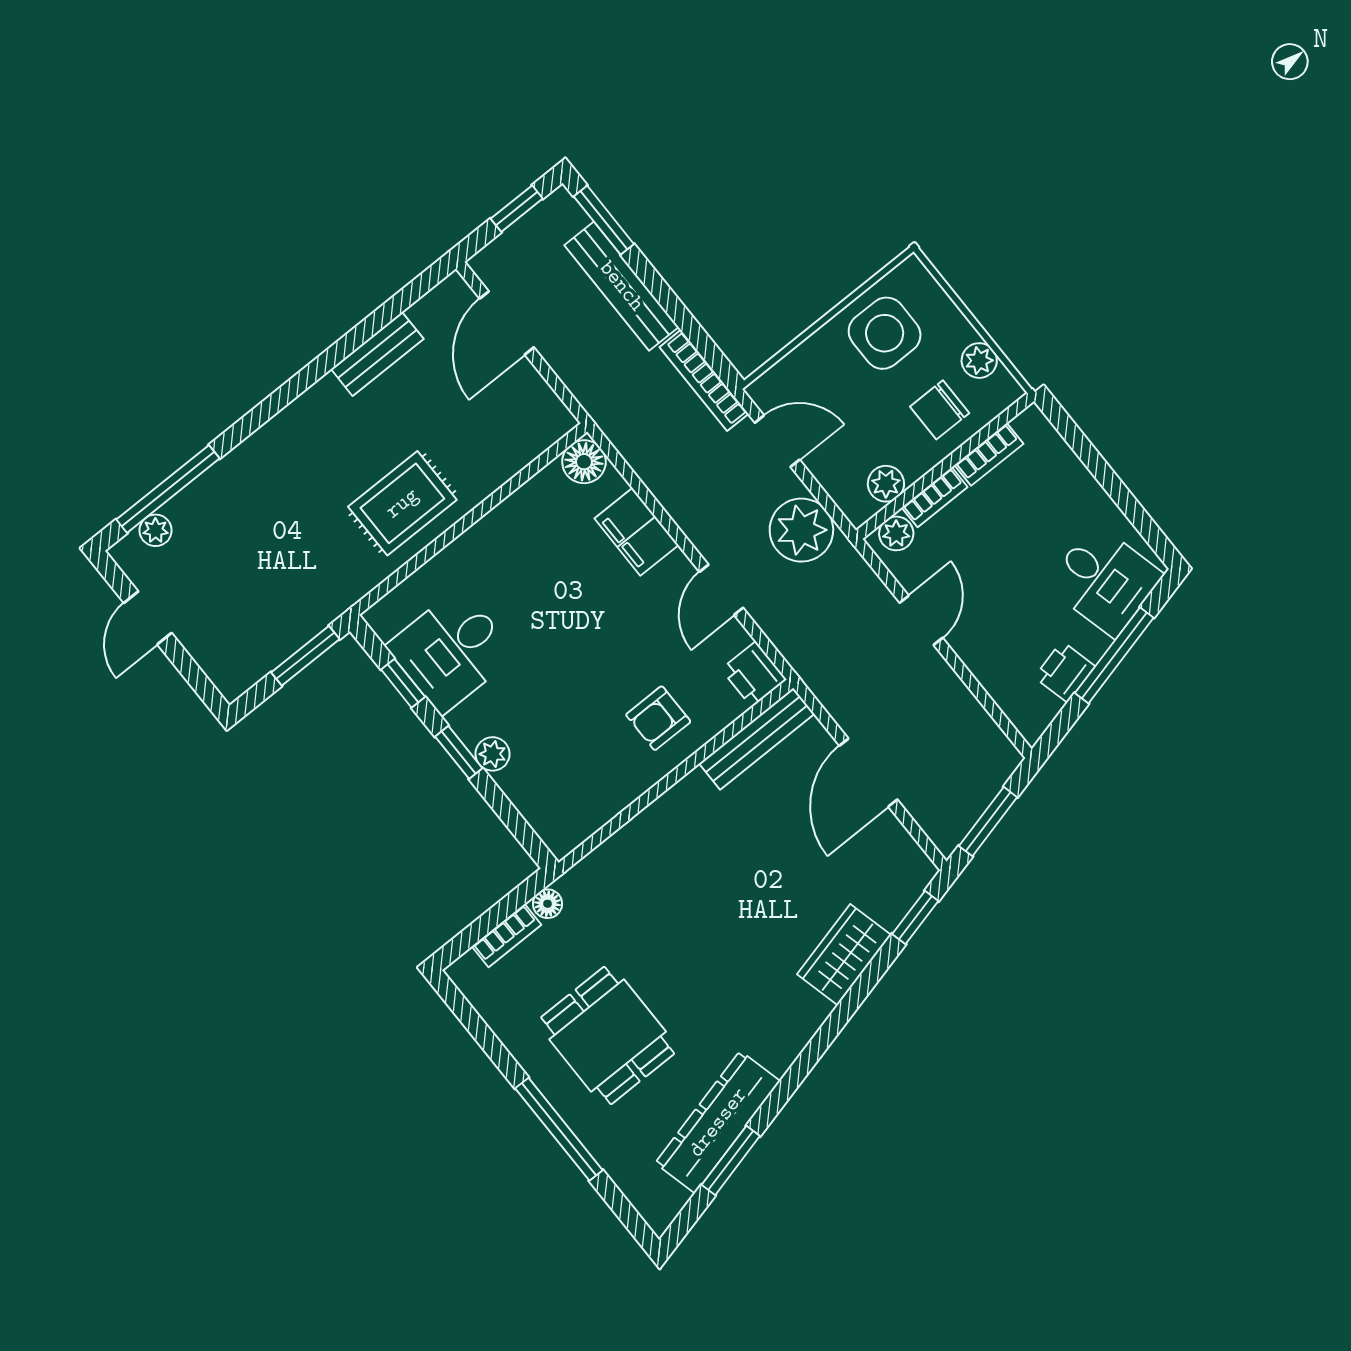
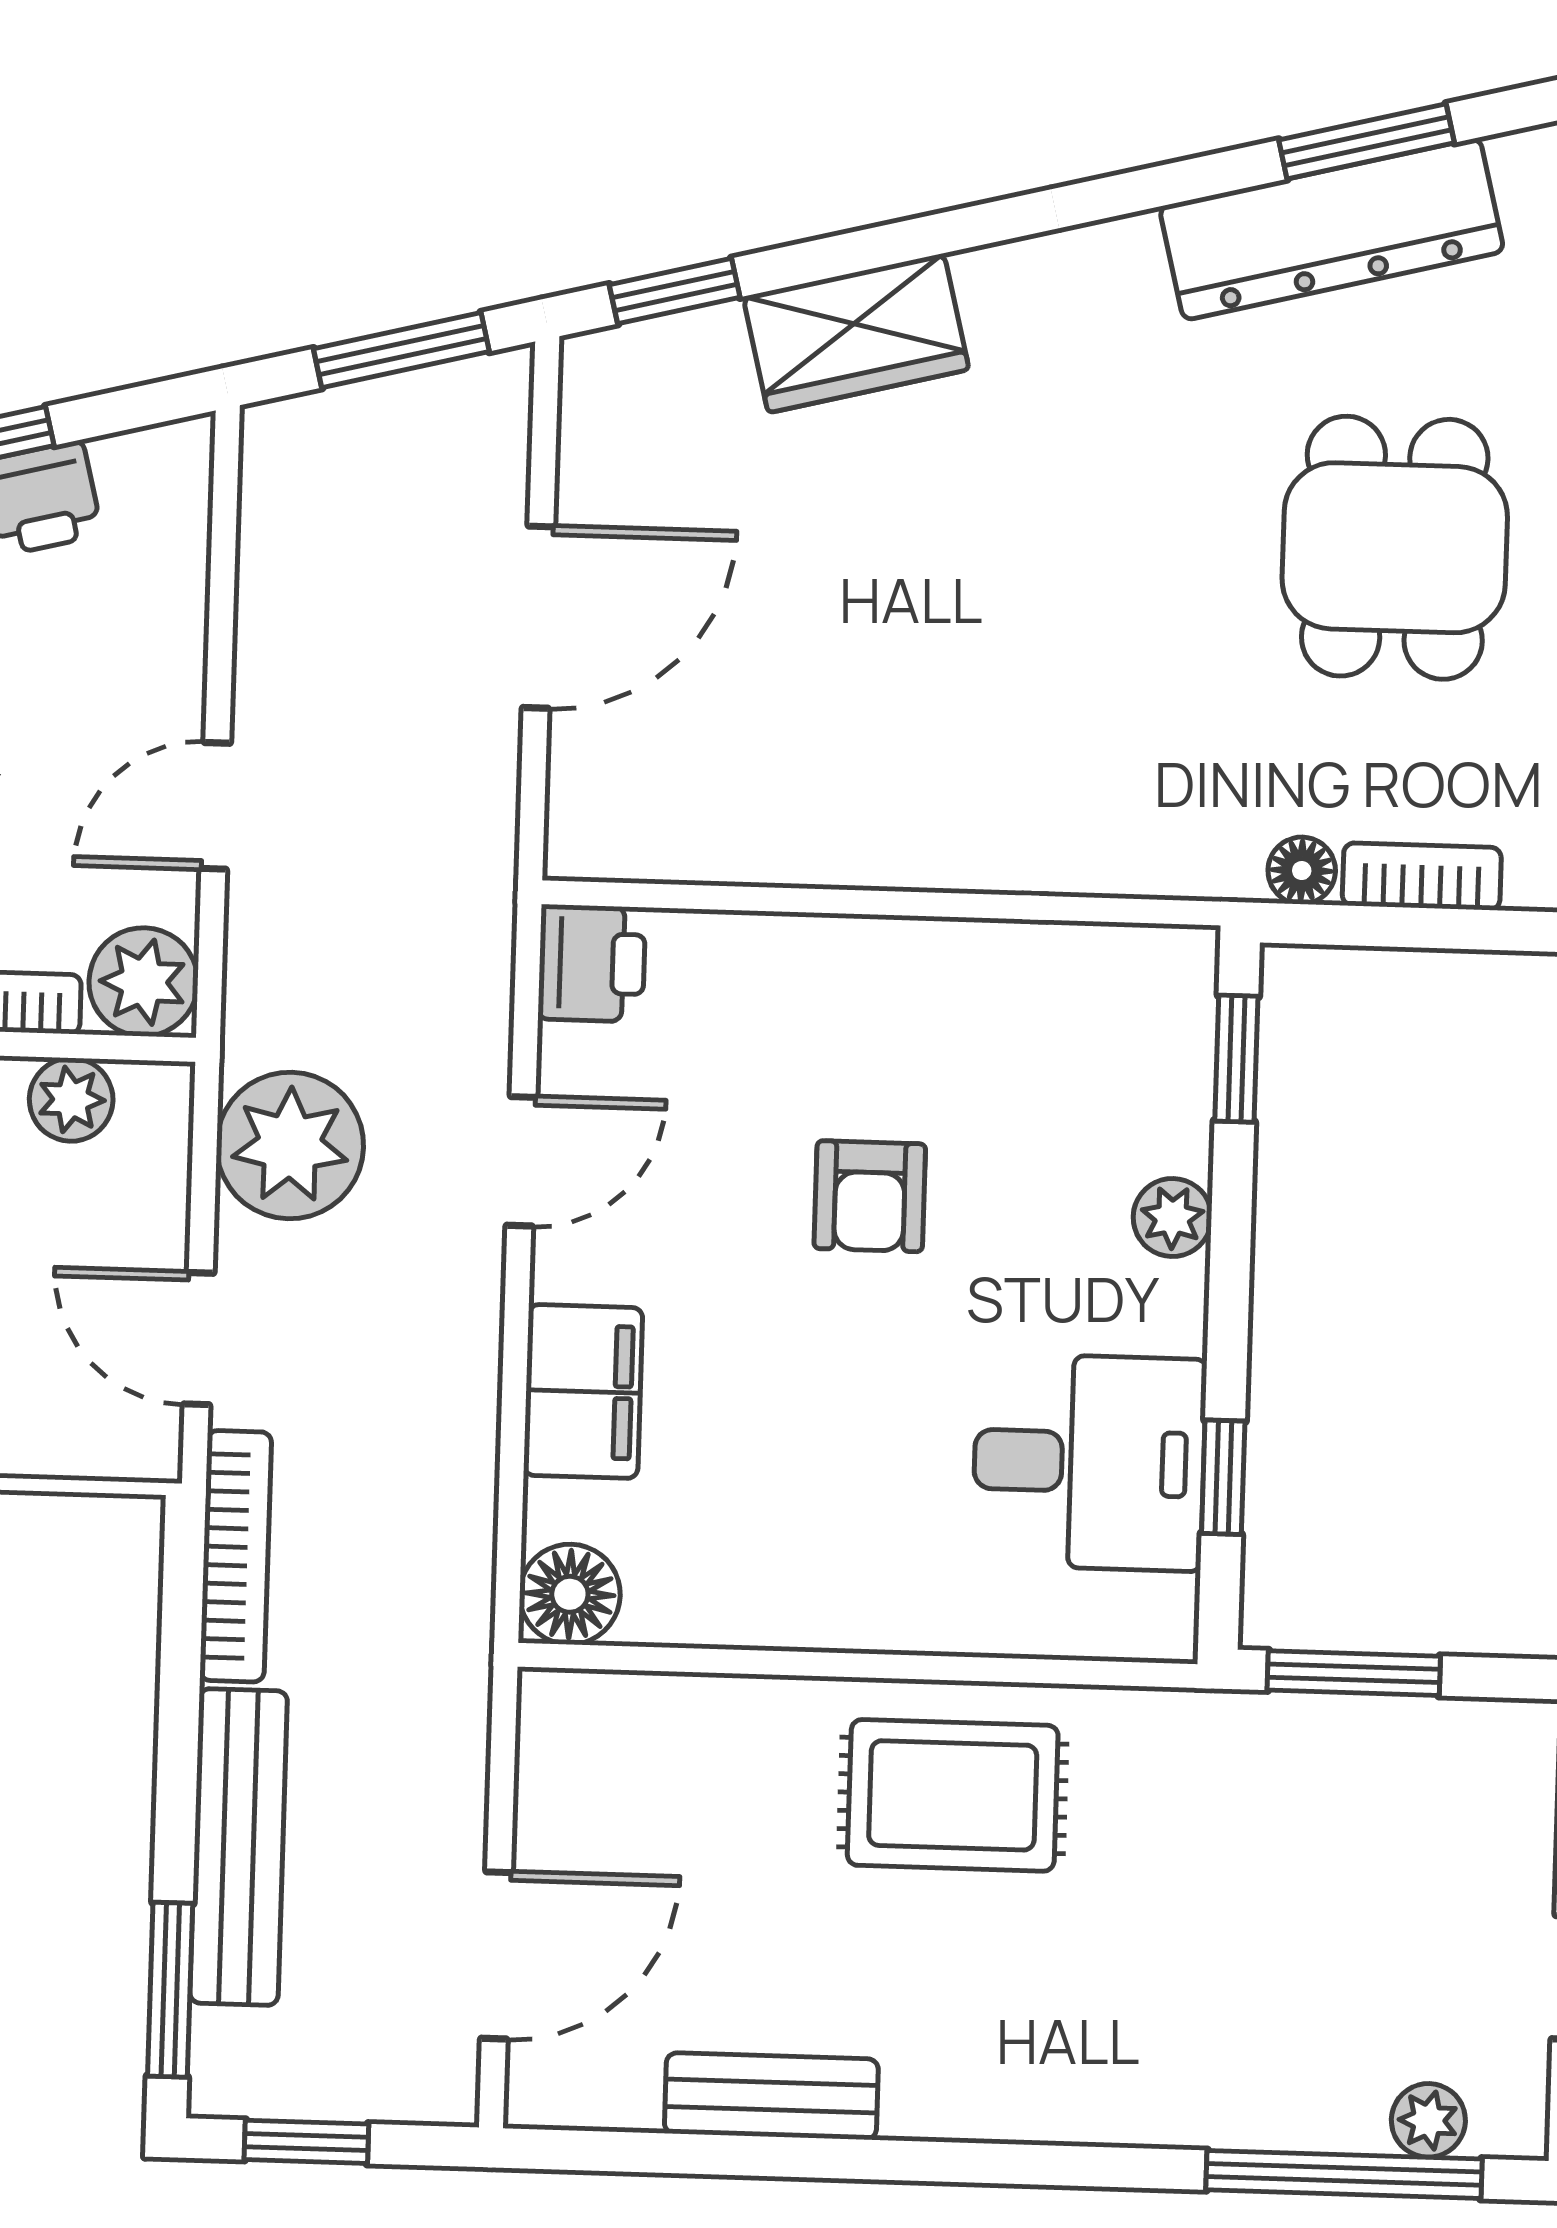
plant: (896, 533) -> (143, 982), width x1.38, depth x1.38
armchair: (658, 718) -> (870, 1196), moved, turned 90
bench: (757, 739) -> (684, 845), removed
window: (459, 752) -> (1236, 1059), moved

